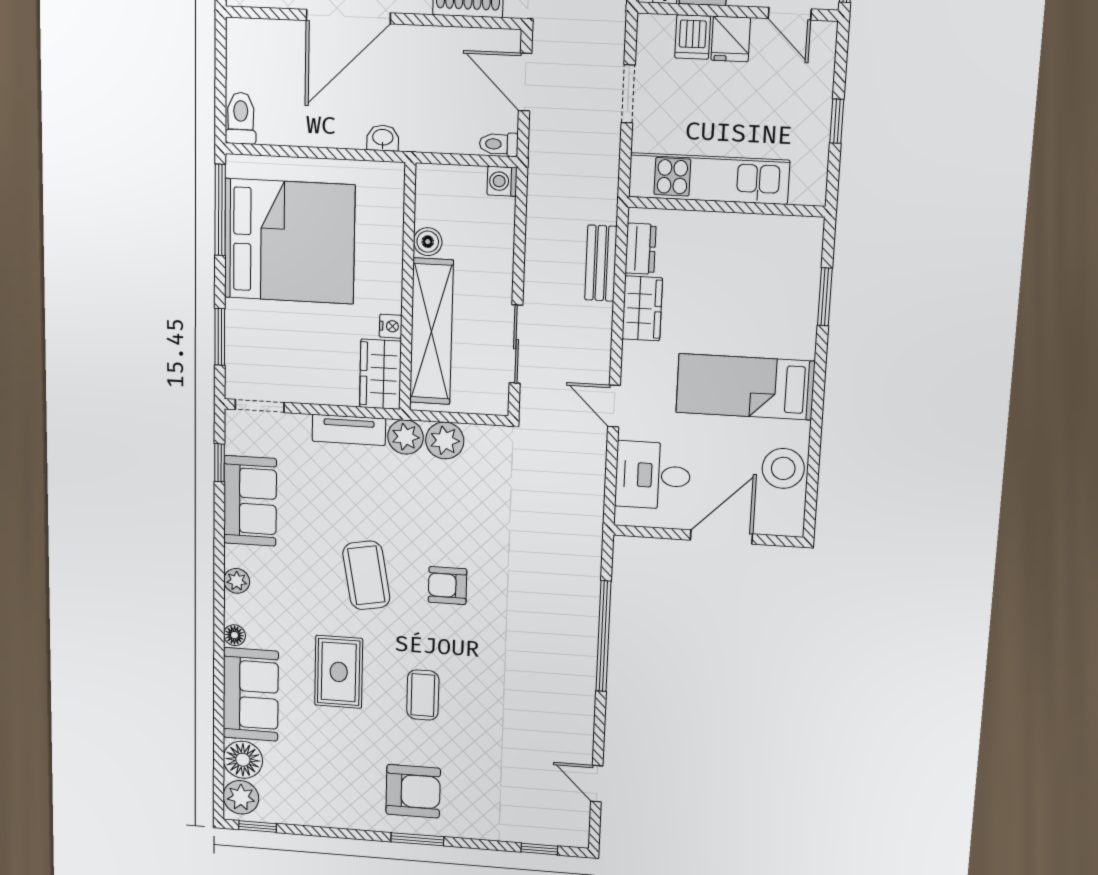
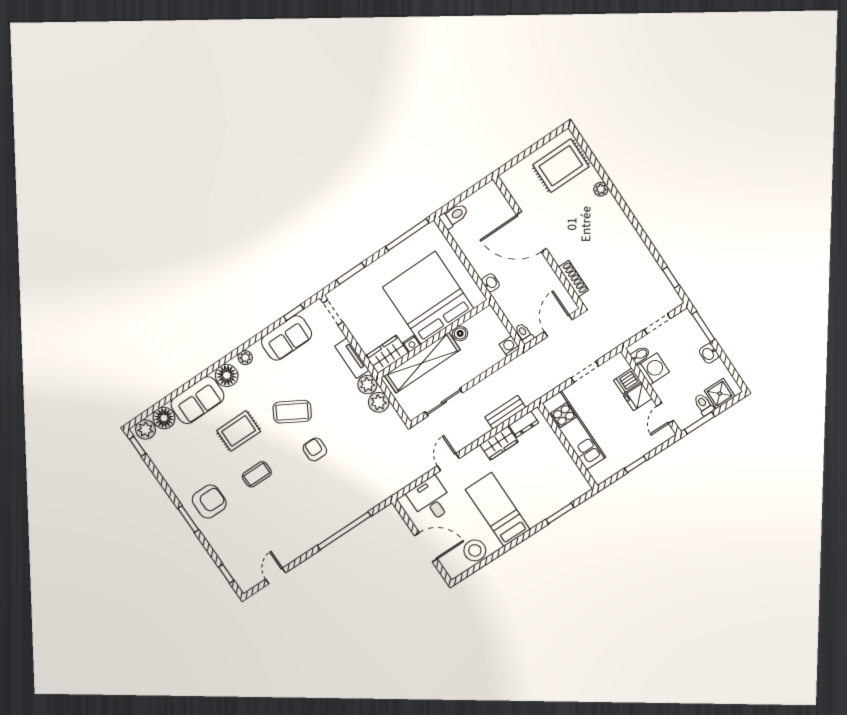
bed: (289, 241) -> (428, 298), moved, turned 180
coffee table: (366, 575) -> (292, 412), turned 40
floor lamp: (234, 635) -> (227, 375), width x1.89, depth x1.89
armchair: (413, 791) -> (209, 502), turned -90

